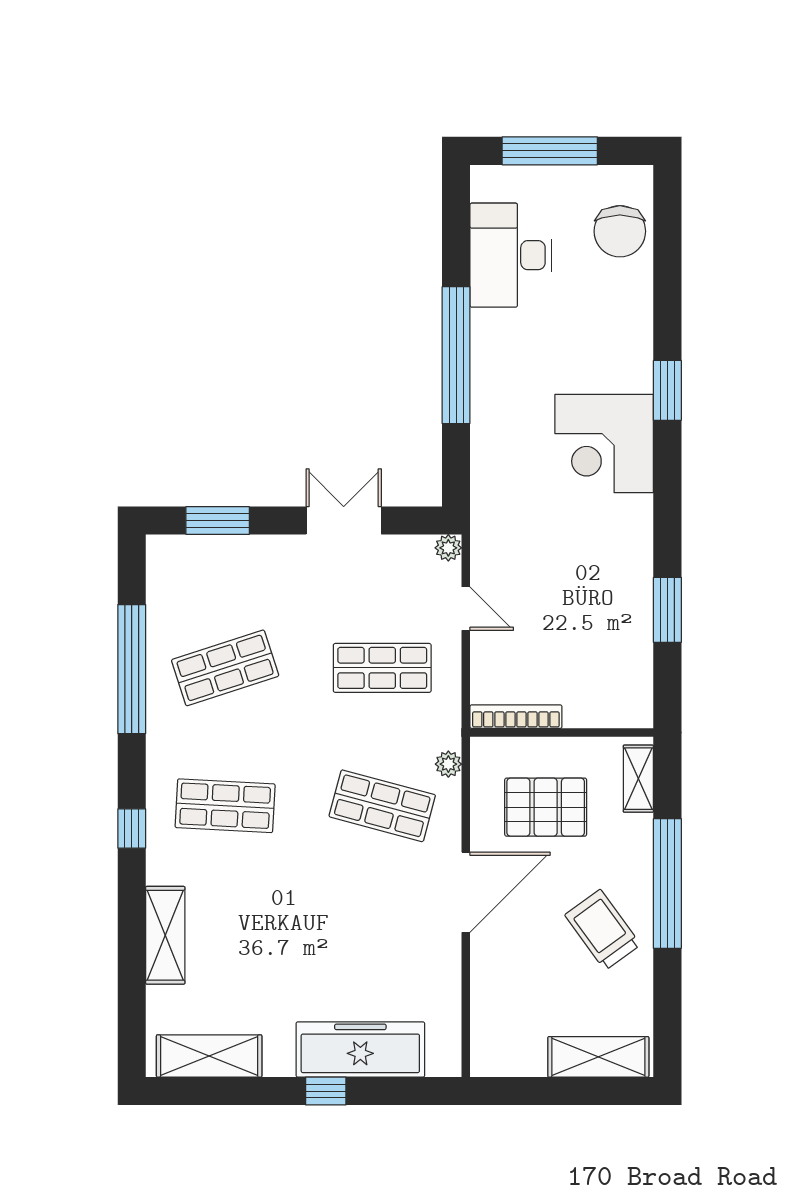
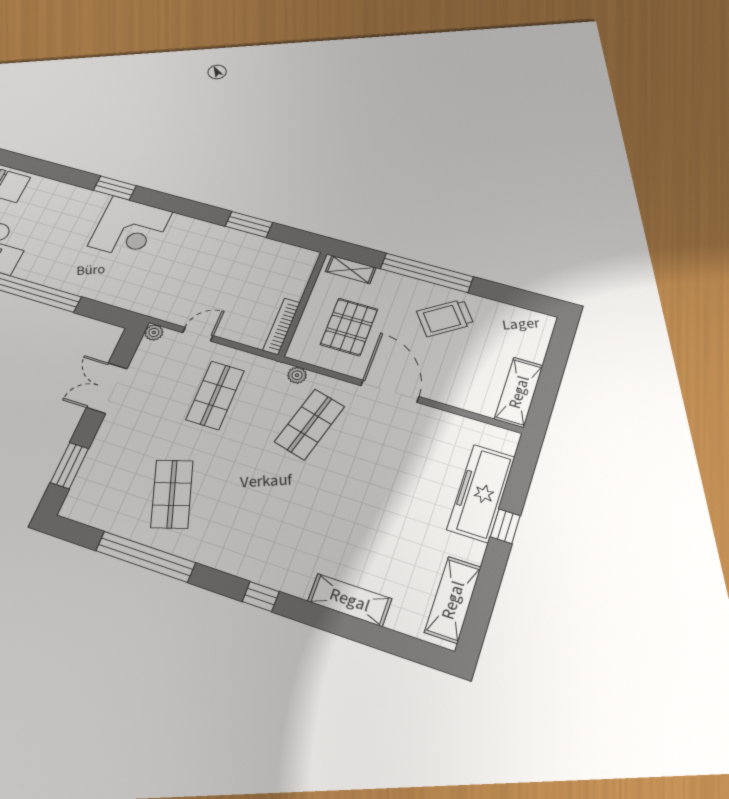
shop shelf: (225, 806) -> (269, 526), removed
shelving: (598, 1057) -> (519, 392), moved

